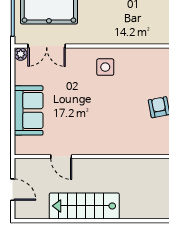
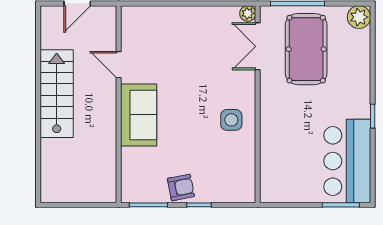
sofa: (29, 110) -> (139, 115), moved, turned -90
door: (61, 157) -> (119, 65), hinge flipped

